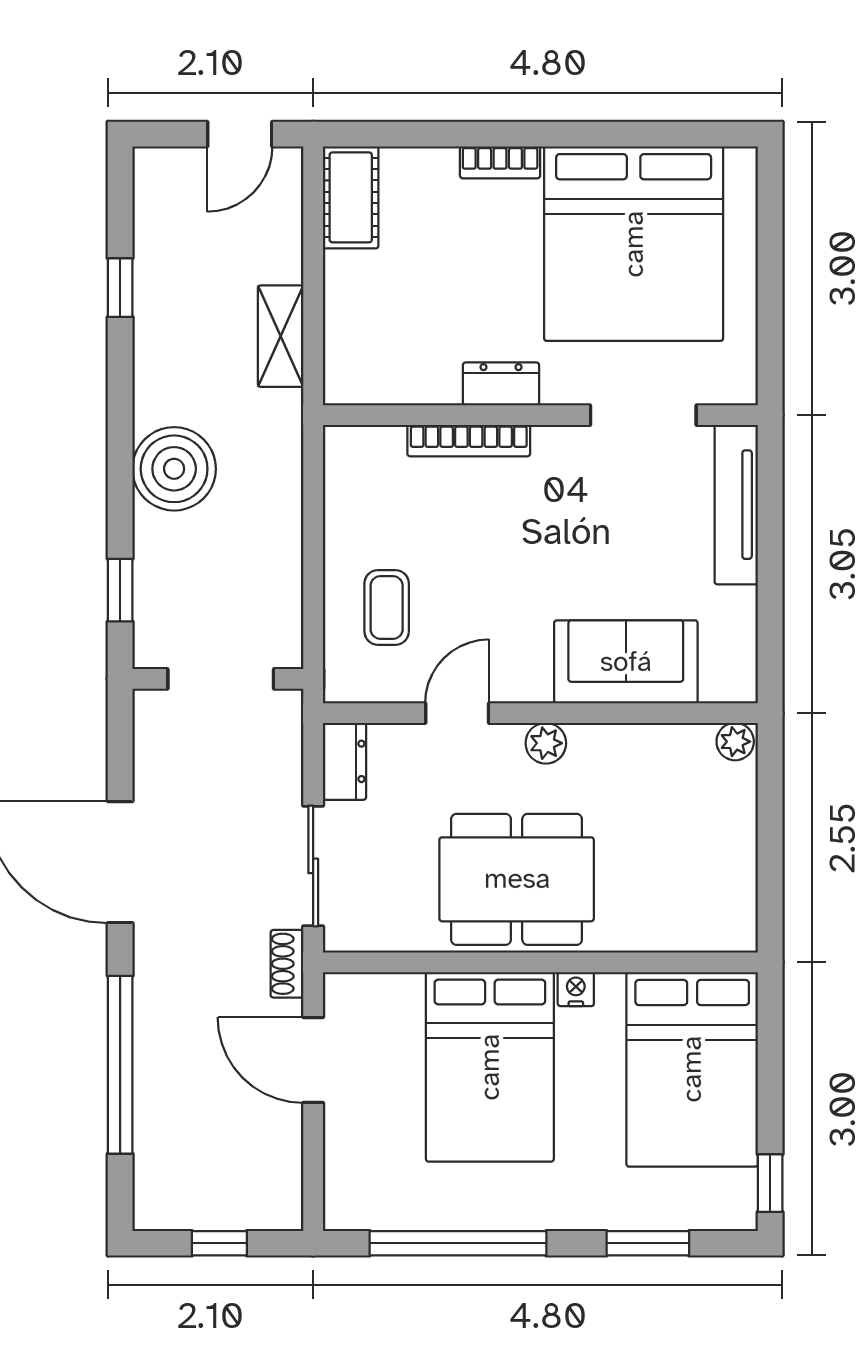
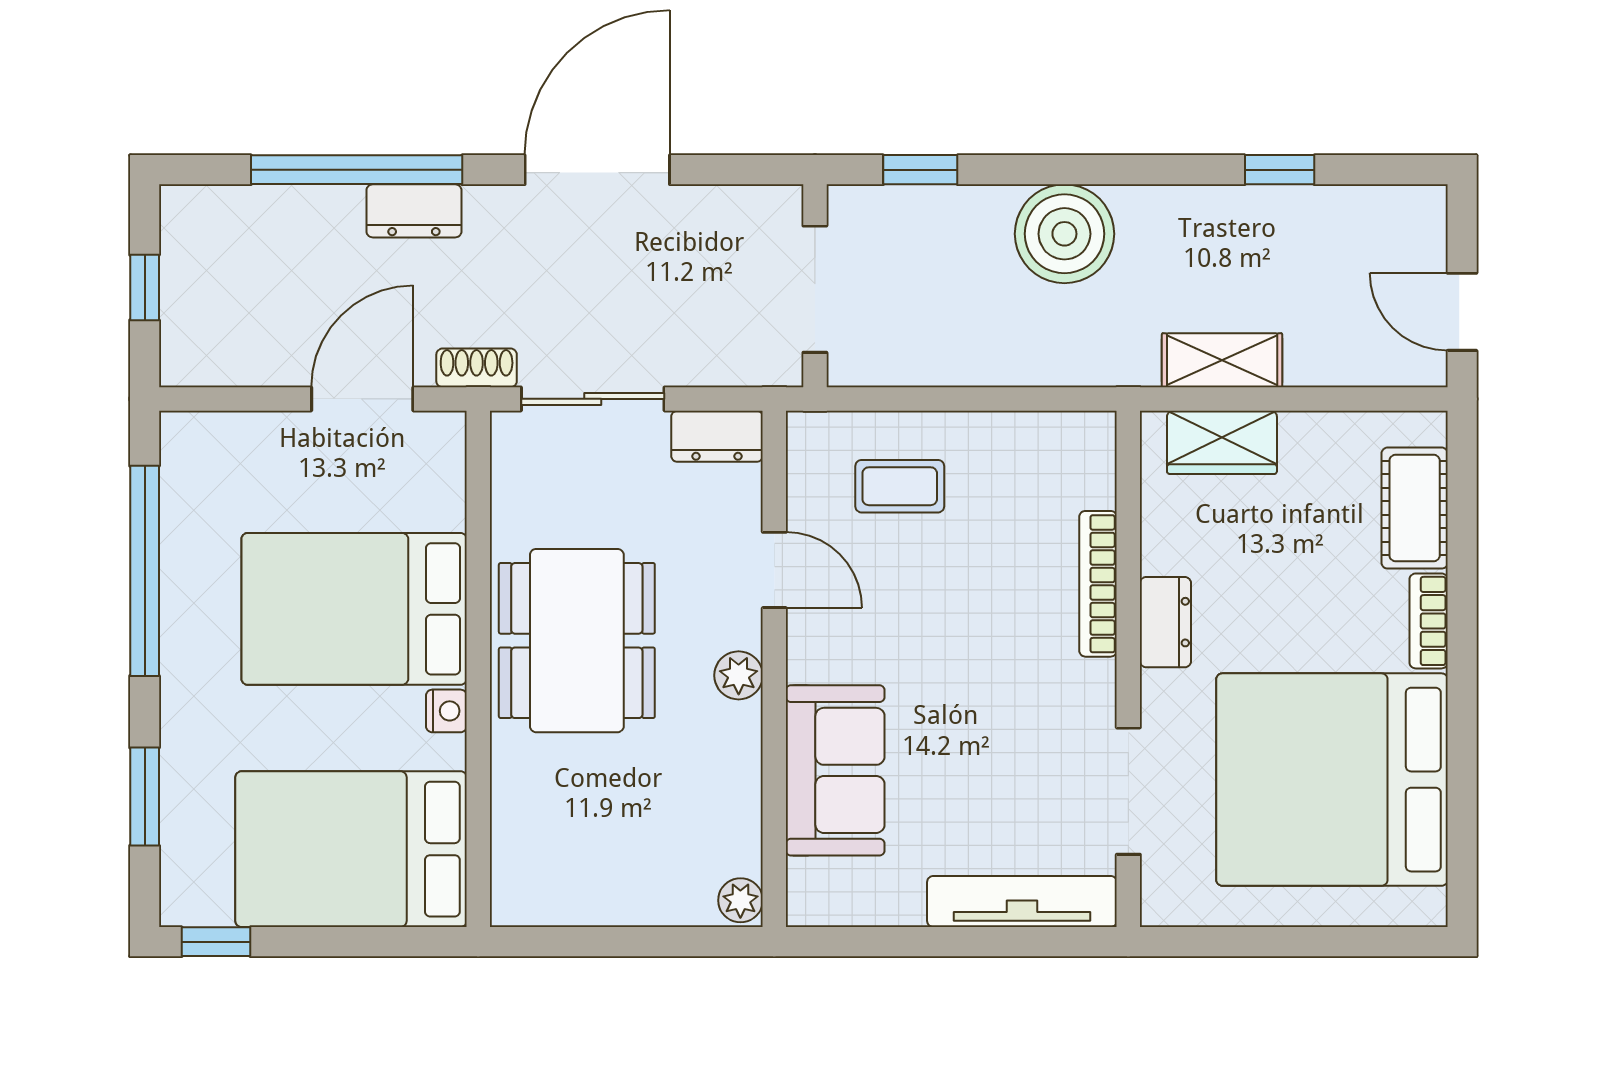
cot: (351, 197) -> (1415, 508), moved, turned 90
wardrobe: (350, 336) -> (1222, 442), added
dresser: (155, 1016) -> (414, 211), added

